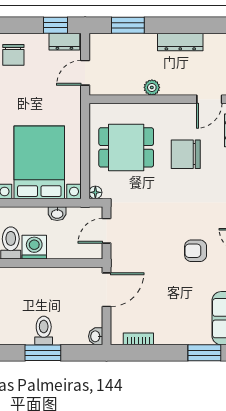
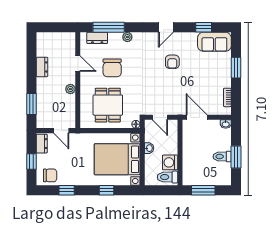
window: (56, 25) -> (32, 161), moved
dresser: (180, 42) -> (42, 67), width x0.70
door: (209, 99) -> (78, 64), moved
window: (204, 353) -> (236, 68), moved

